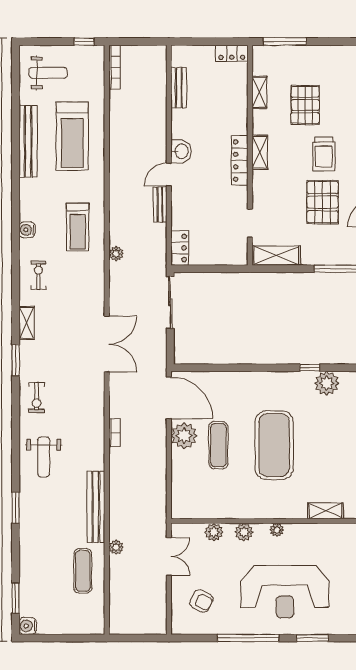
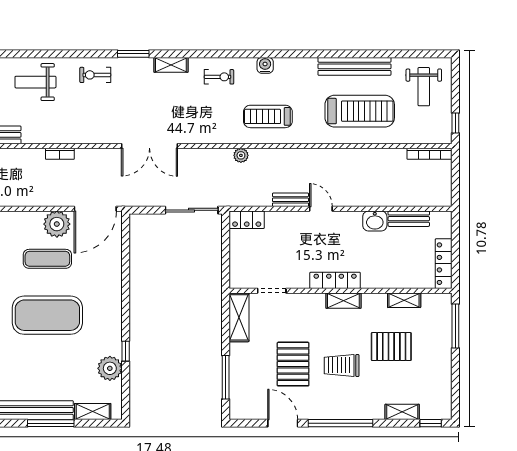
locker: (232, 53) -> (444, 264), width x1.53
treadmill: (72, 136) -> (360, 111), turned 180
washbasin: (181, 151) -> (375, 221), moved
pallet: (323, 202) -> (293, 364), turned 90

